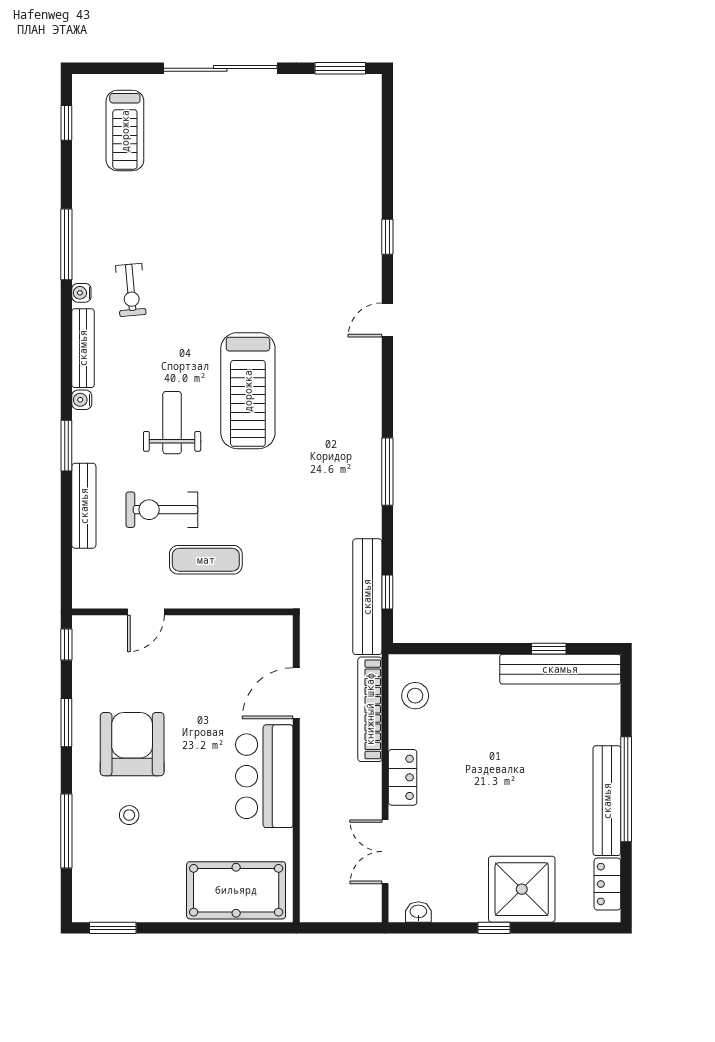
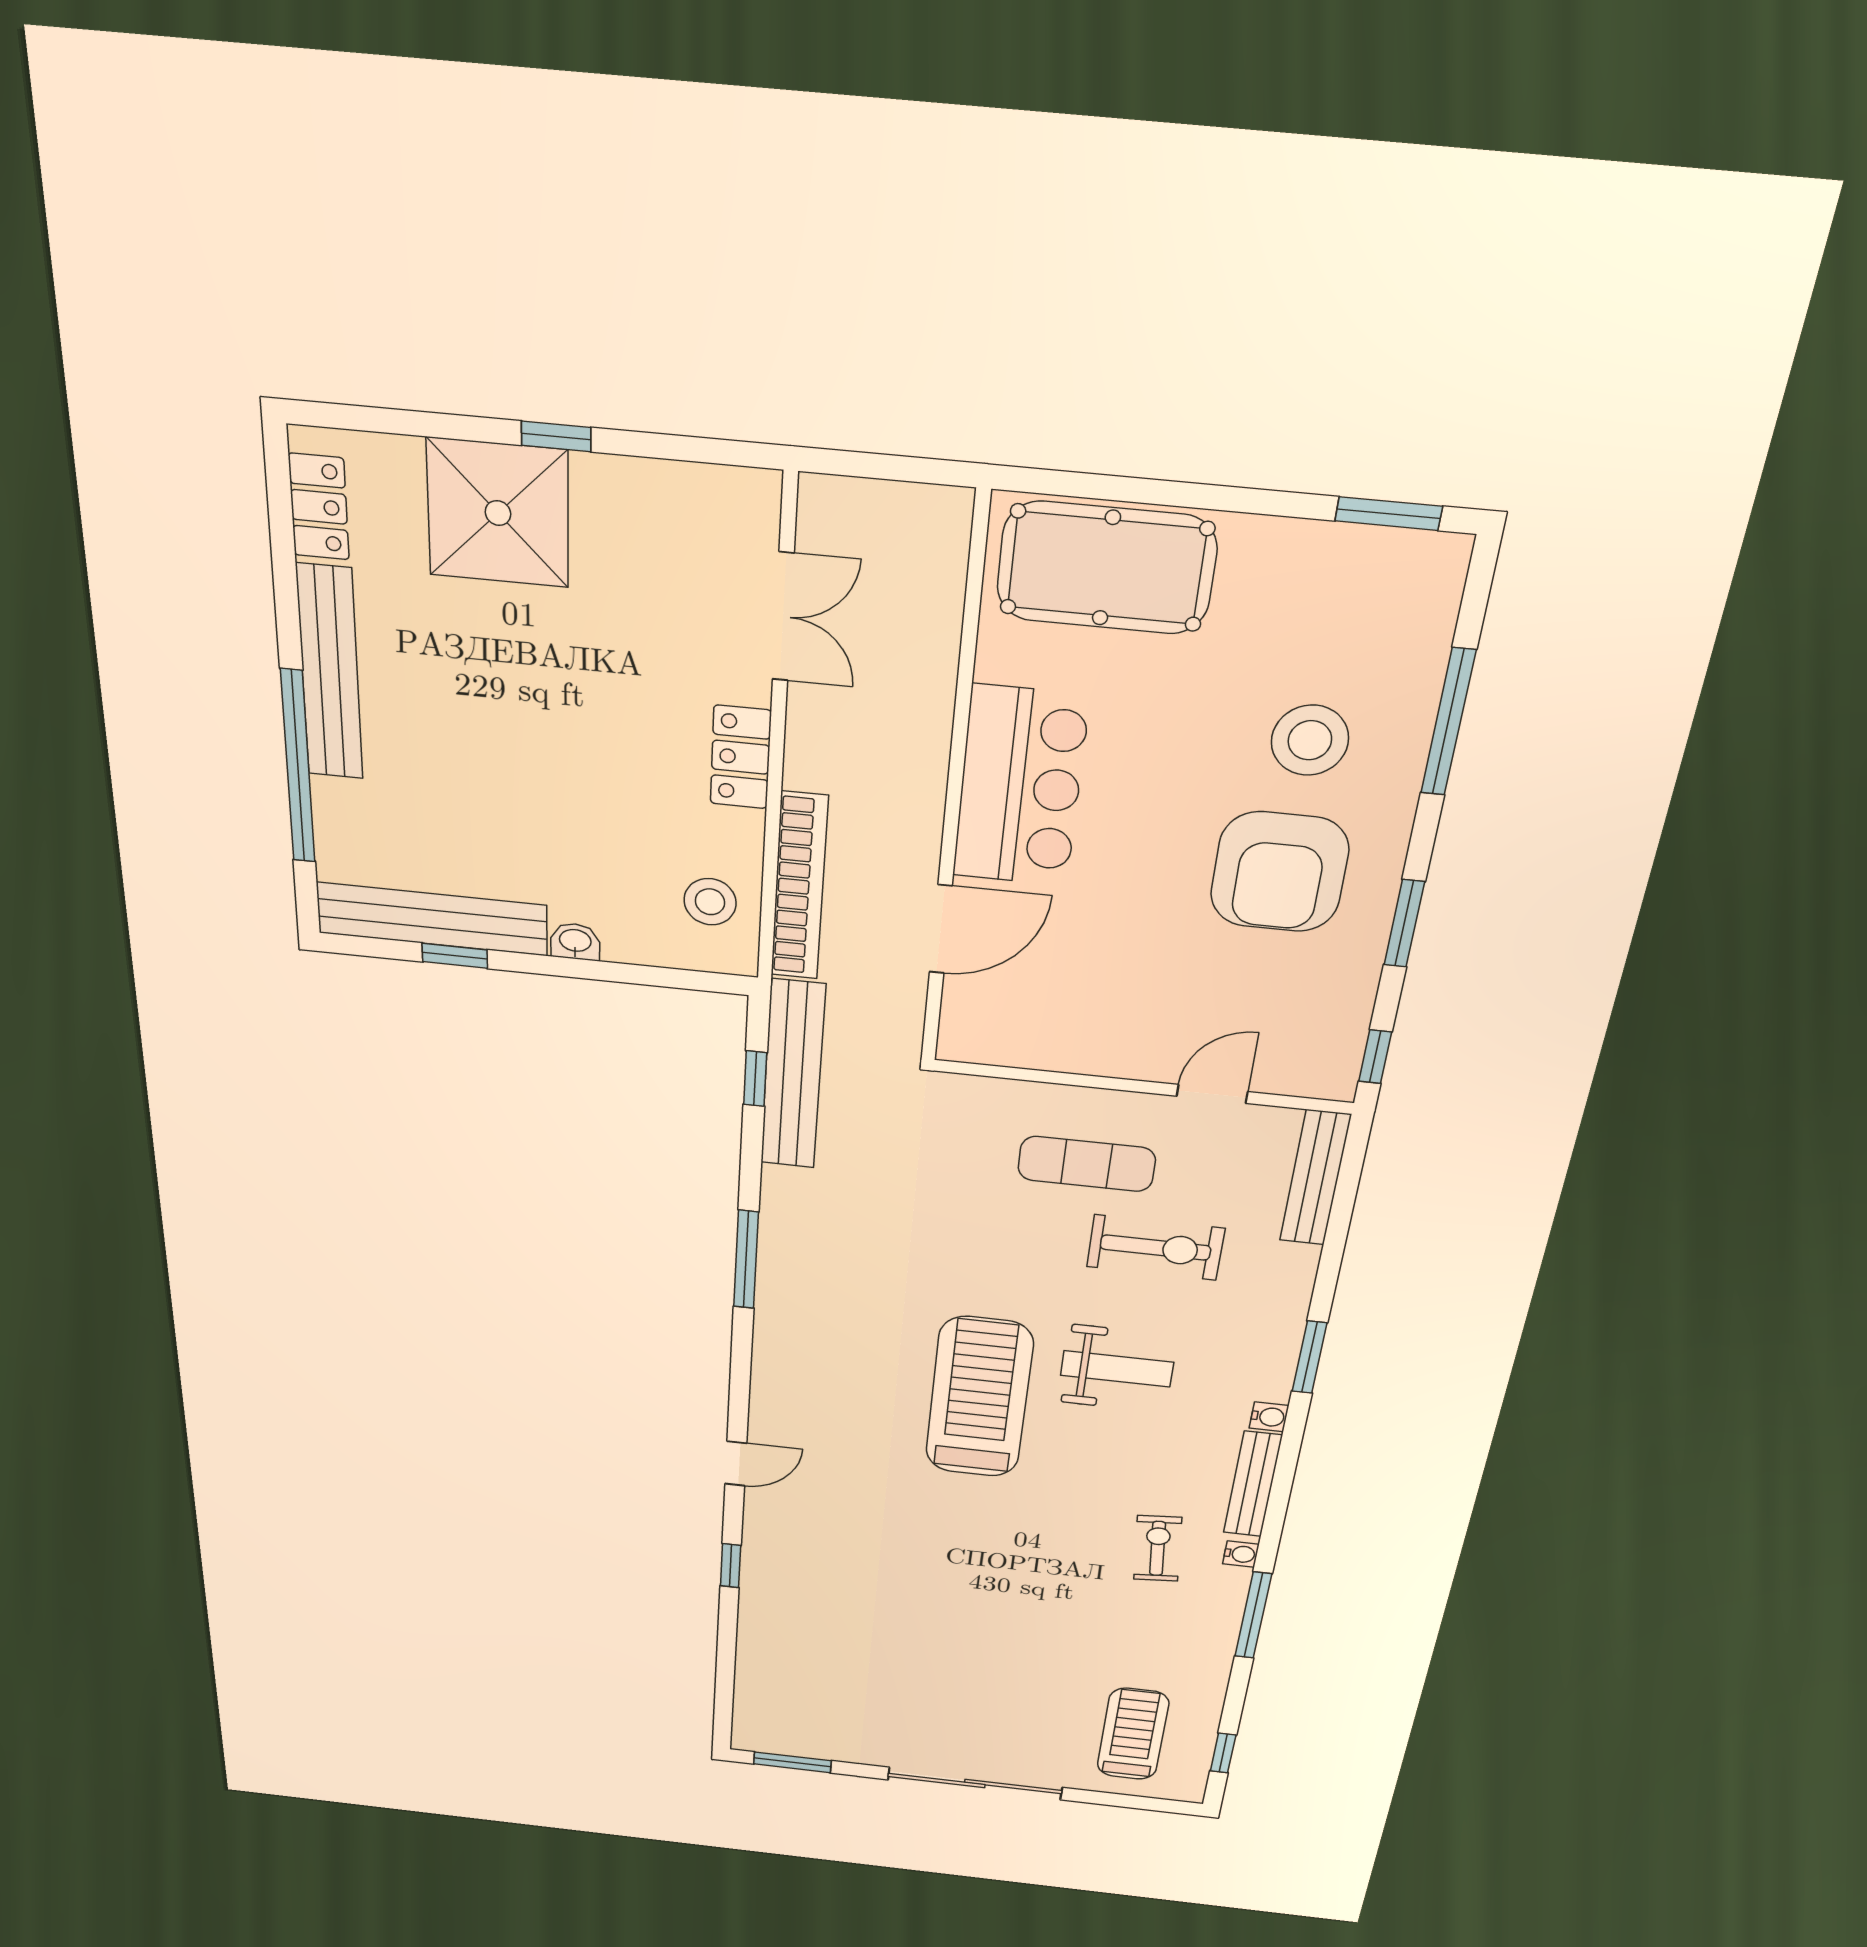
weight bench: (172, 423) -> (1117, 1369), turned -90
bench: (84, 506) -> (1315, 1178), moved
window: (626, 789) -> (298, 767), moved
stool: (129, 815) -> (1310, 740), width x1.89, depth x1.89
washbasin: (418, 912) -> (575, 941), moved, turned 180

